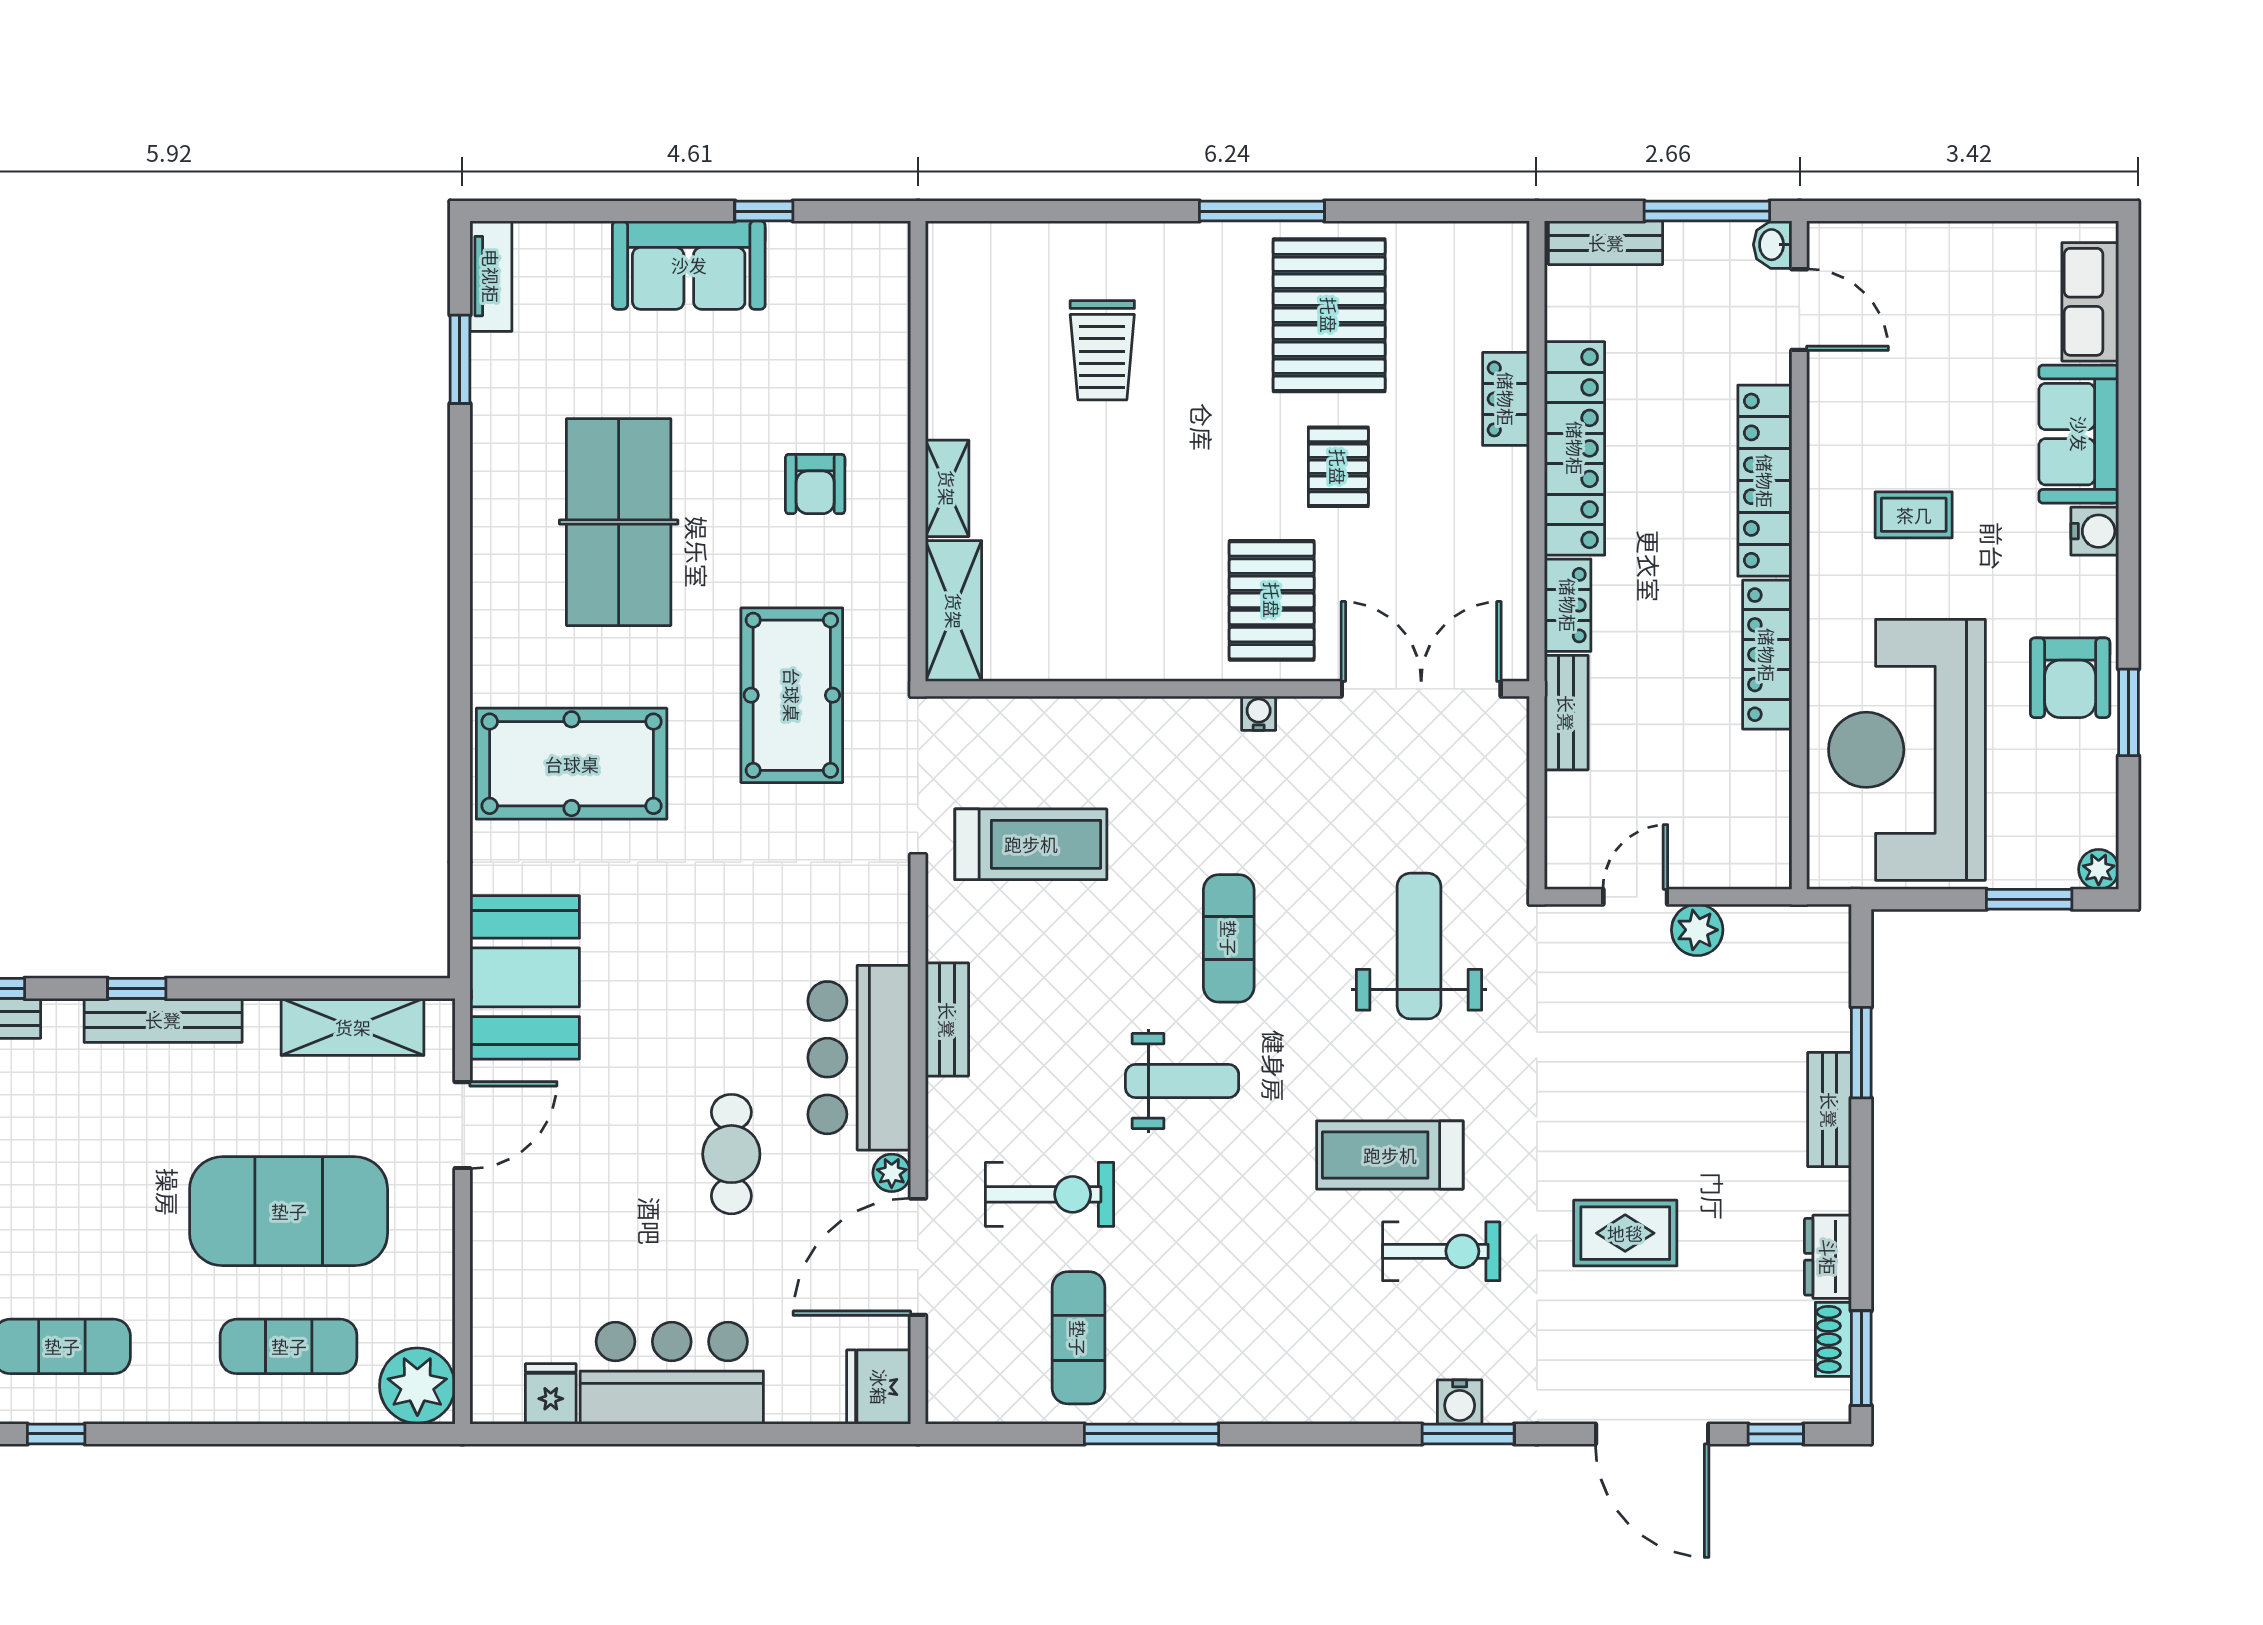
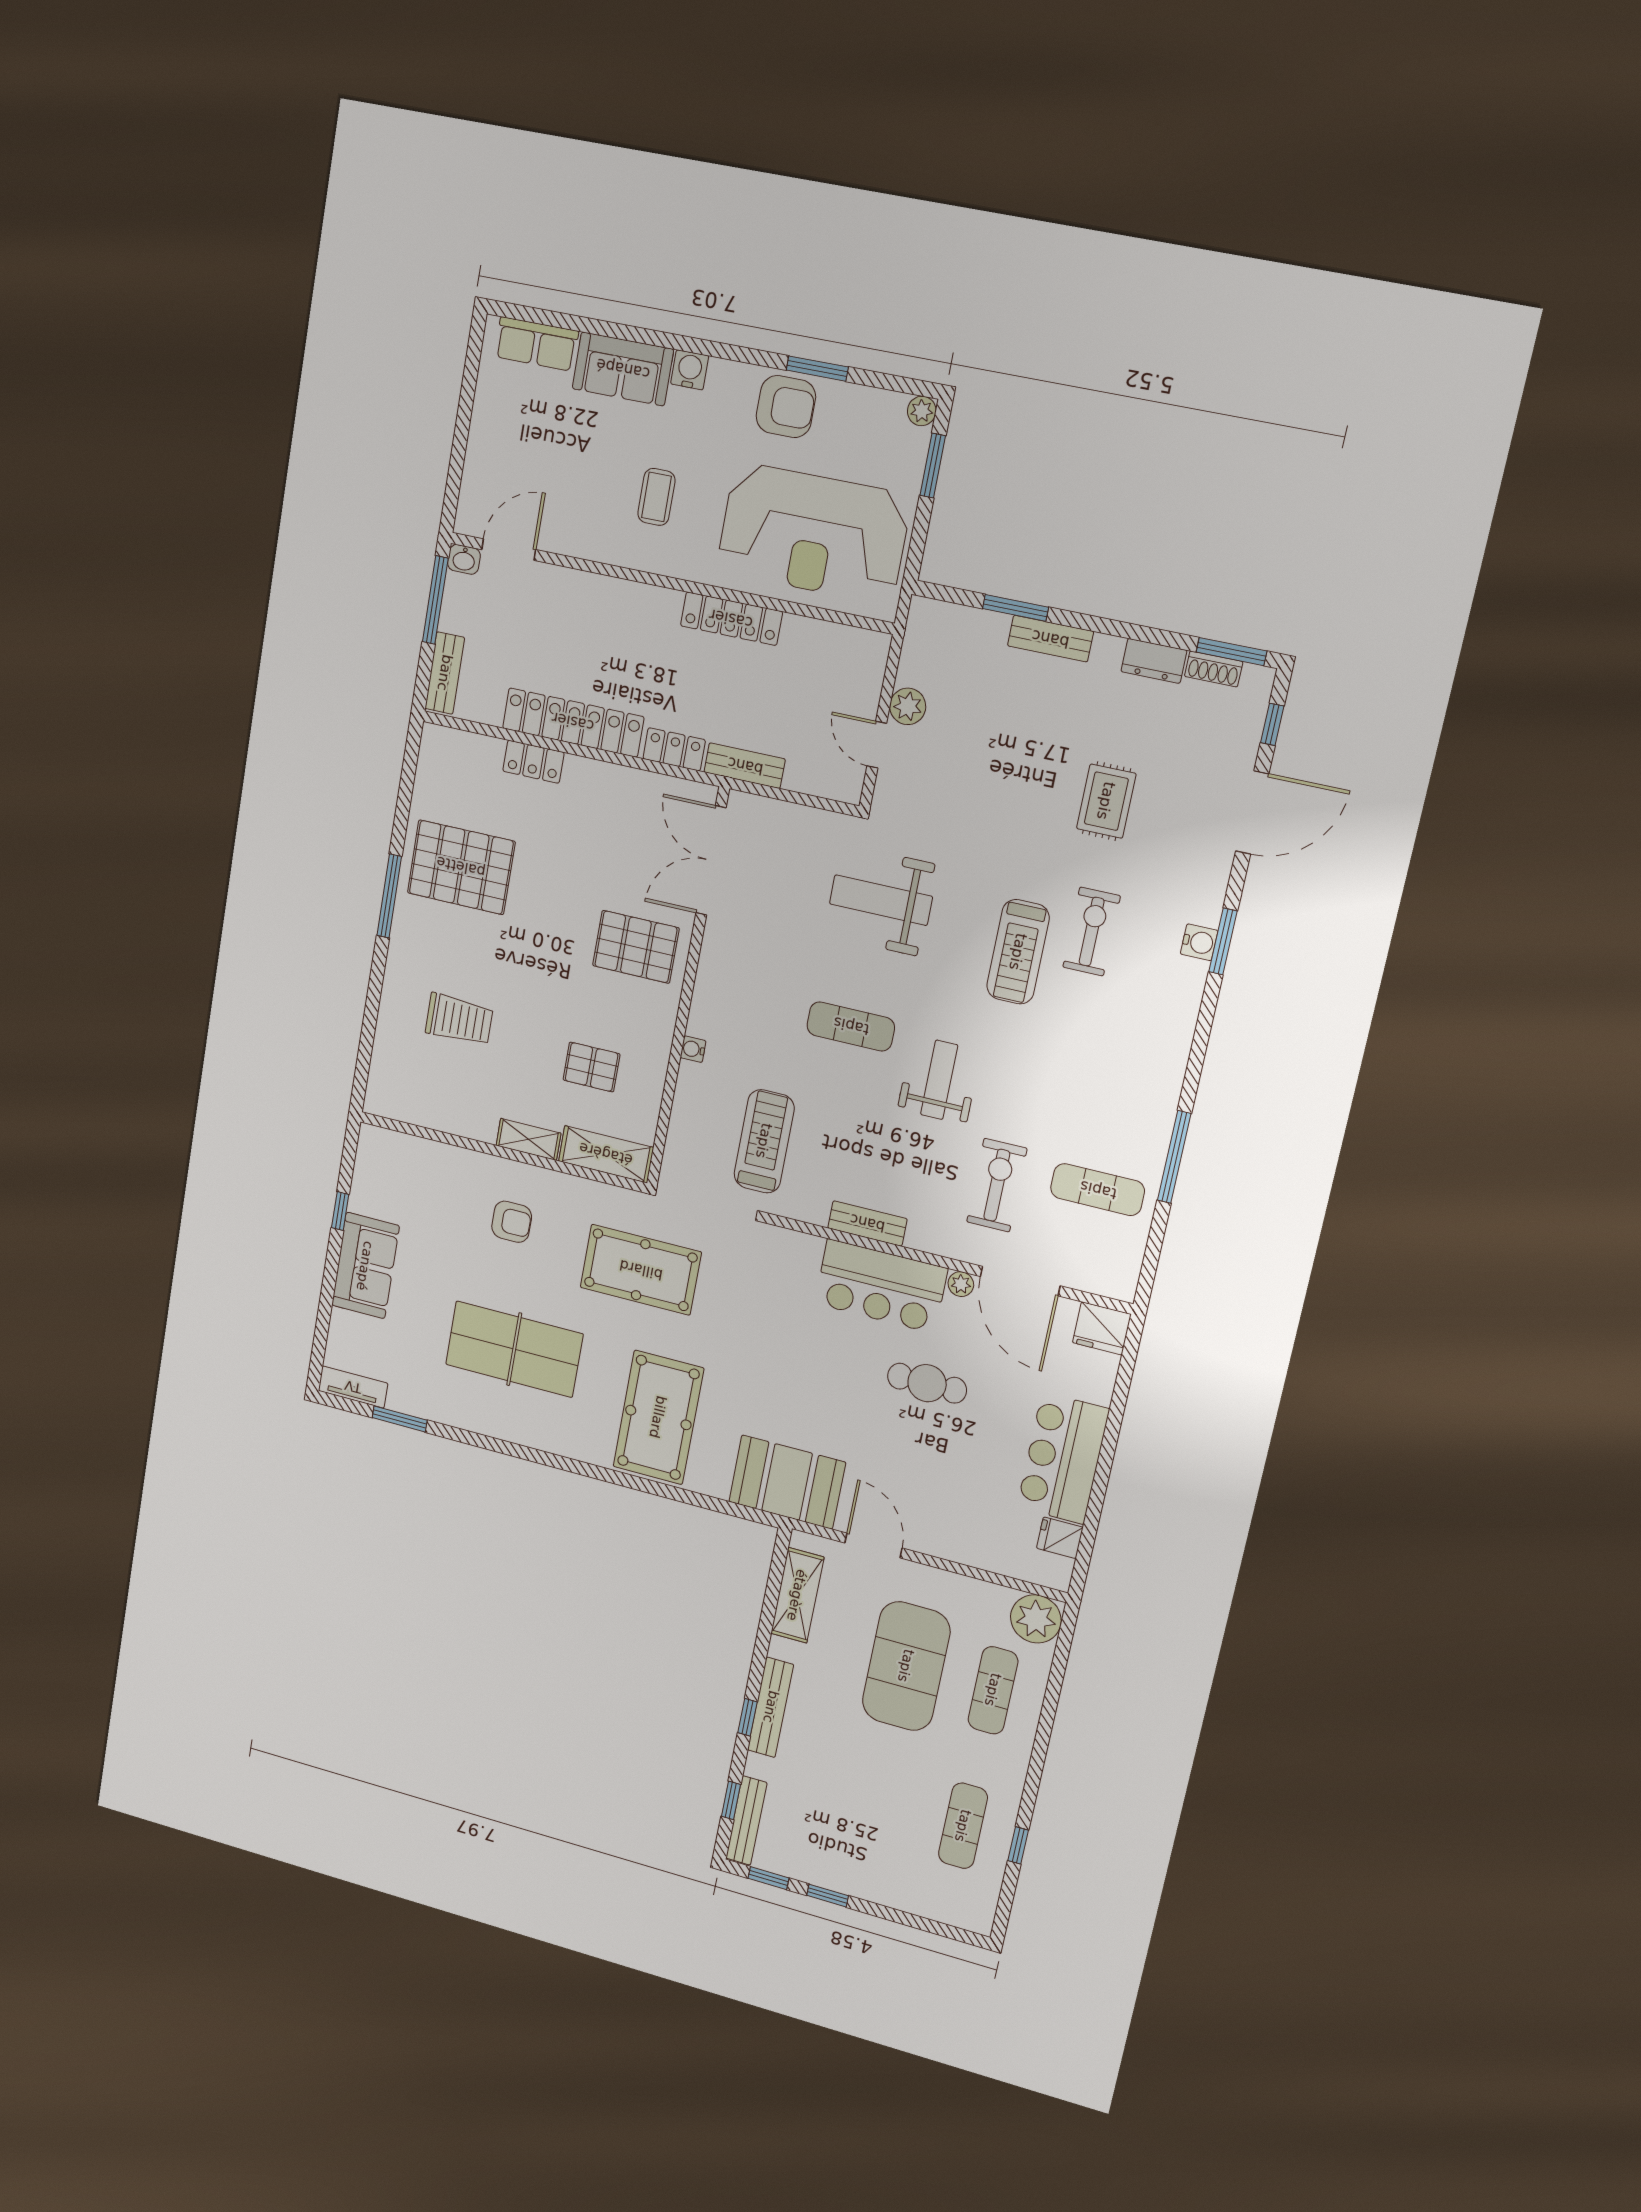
pallet: (1338, 467) -> (591, 1067), moved
locker: (1765, 481) -> (616, 596), removed
water cooler: (1259, 713) -> (693, 1049), moved

